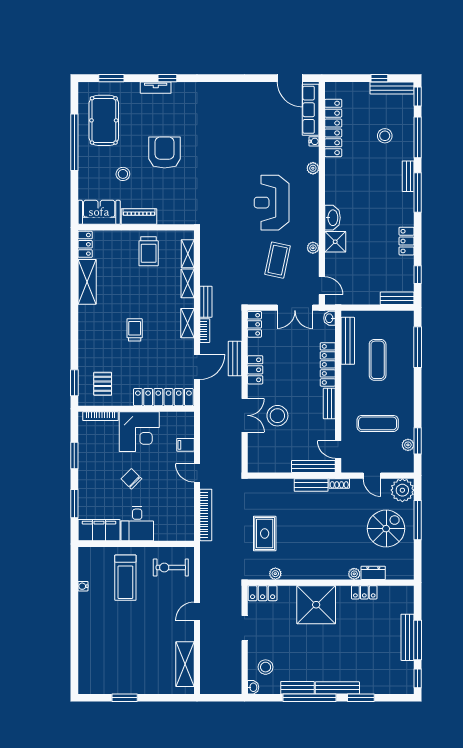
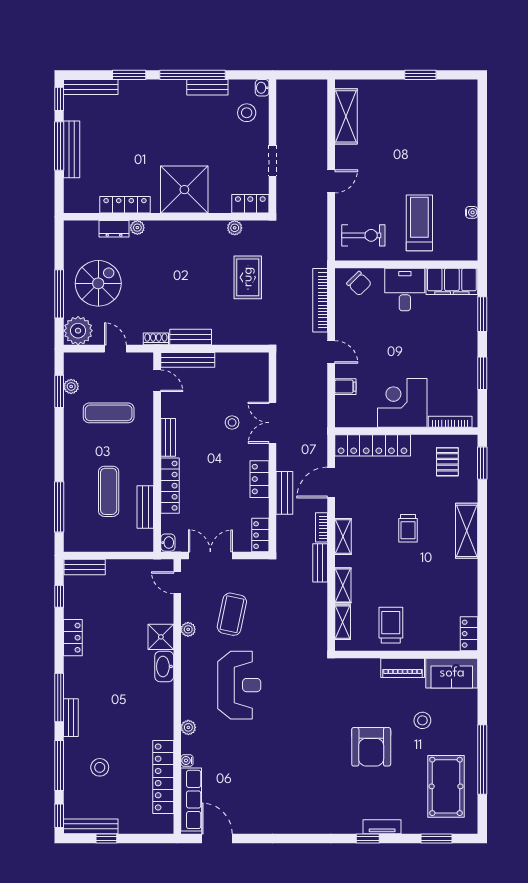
shelving: (87, 282) -> (467, 531), moved
bench: (348, 341) -> (145, 507), width x0.73
stool: (277, 416) -> (232, 422), width x0.53, depth x0.53
chair: (131, 479) -> (359, 283), moved
spiral stairs: (386, 529) -> (98, 283), turned 180
locker: (364, 592) -> (125, 205), width x1.53
bench: (337, 688) -> (91, 87), moved

